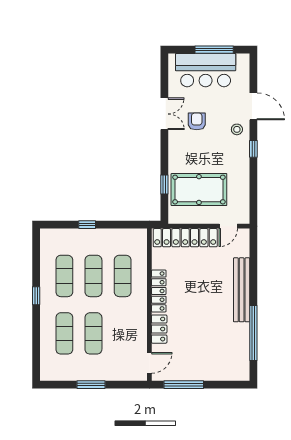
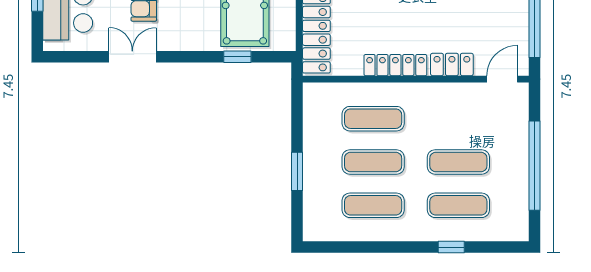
window: (87, 225) -> (297, 171), width x1.50
window: (36, 296) -> (451, 247), moved
door: (149, 363) -> (502, 79), hinge flipped
window: (91, 385) -> (534, 166), width x2.11

